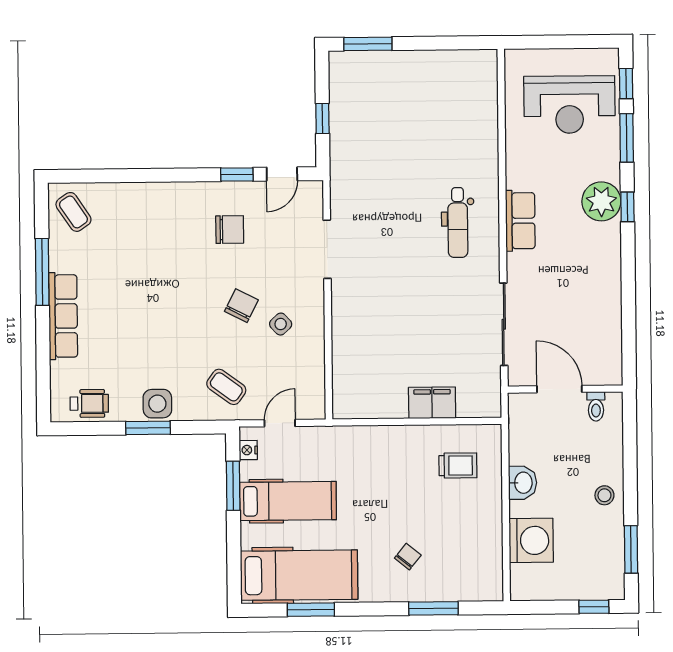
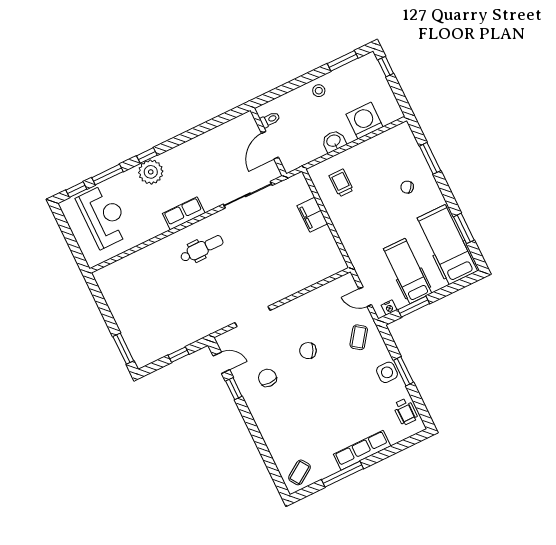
side table: (281, 324) -> (308, 323), removed
wheelchair: (89, 403) -> (405, 412), turned 180

